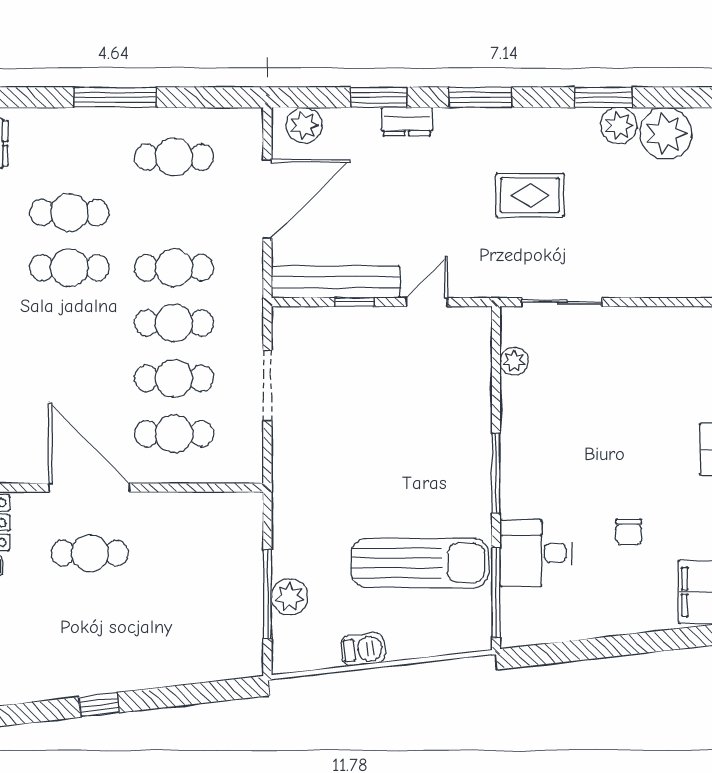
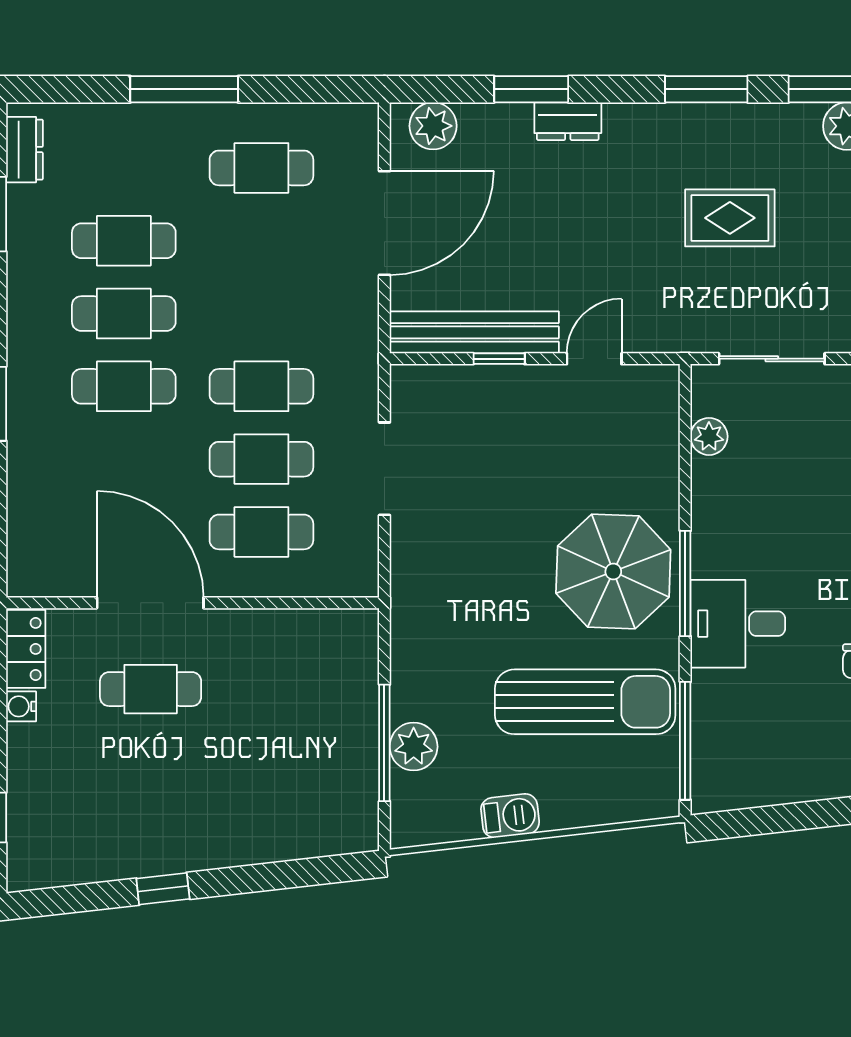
window: (480, 97) -> (706, 89), moved
cafe table: (174, 268) -> (124, 386), moved
parasol: (441, 464) -> (613, 571), added
desk: (536, 553) -> (738, 624), moved

